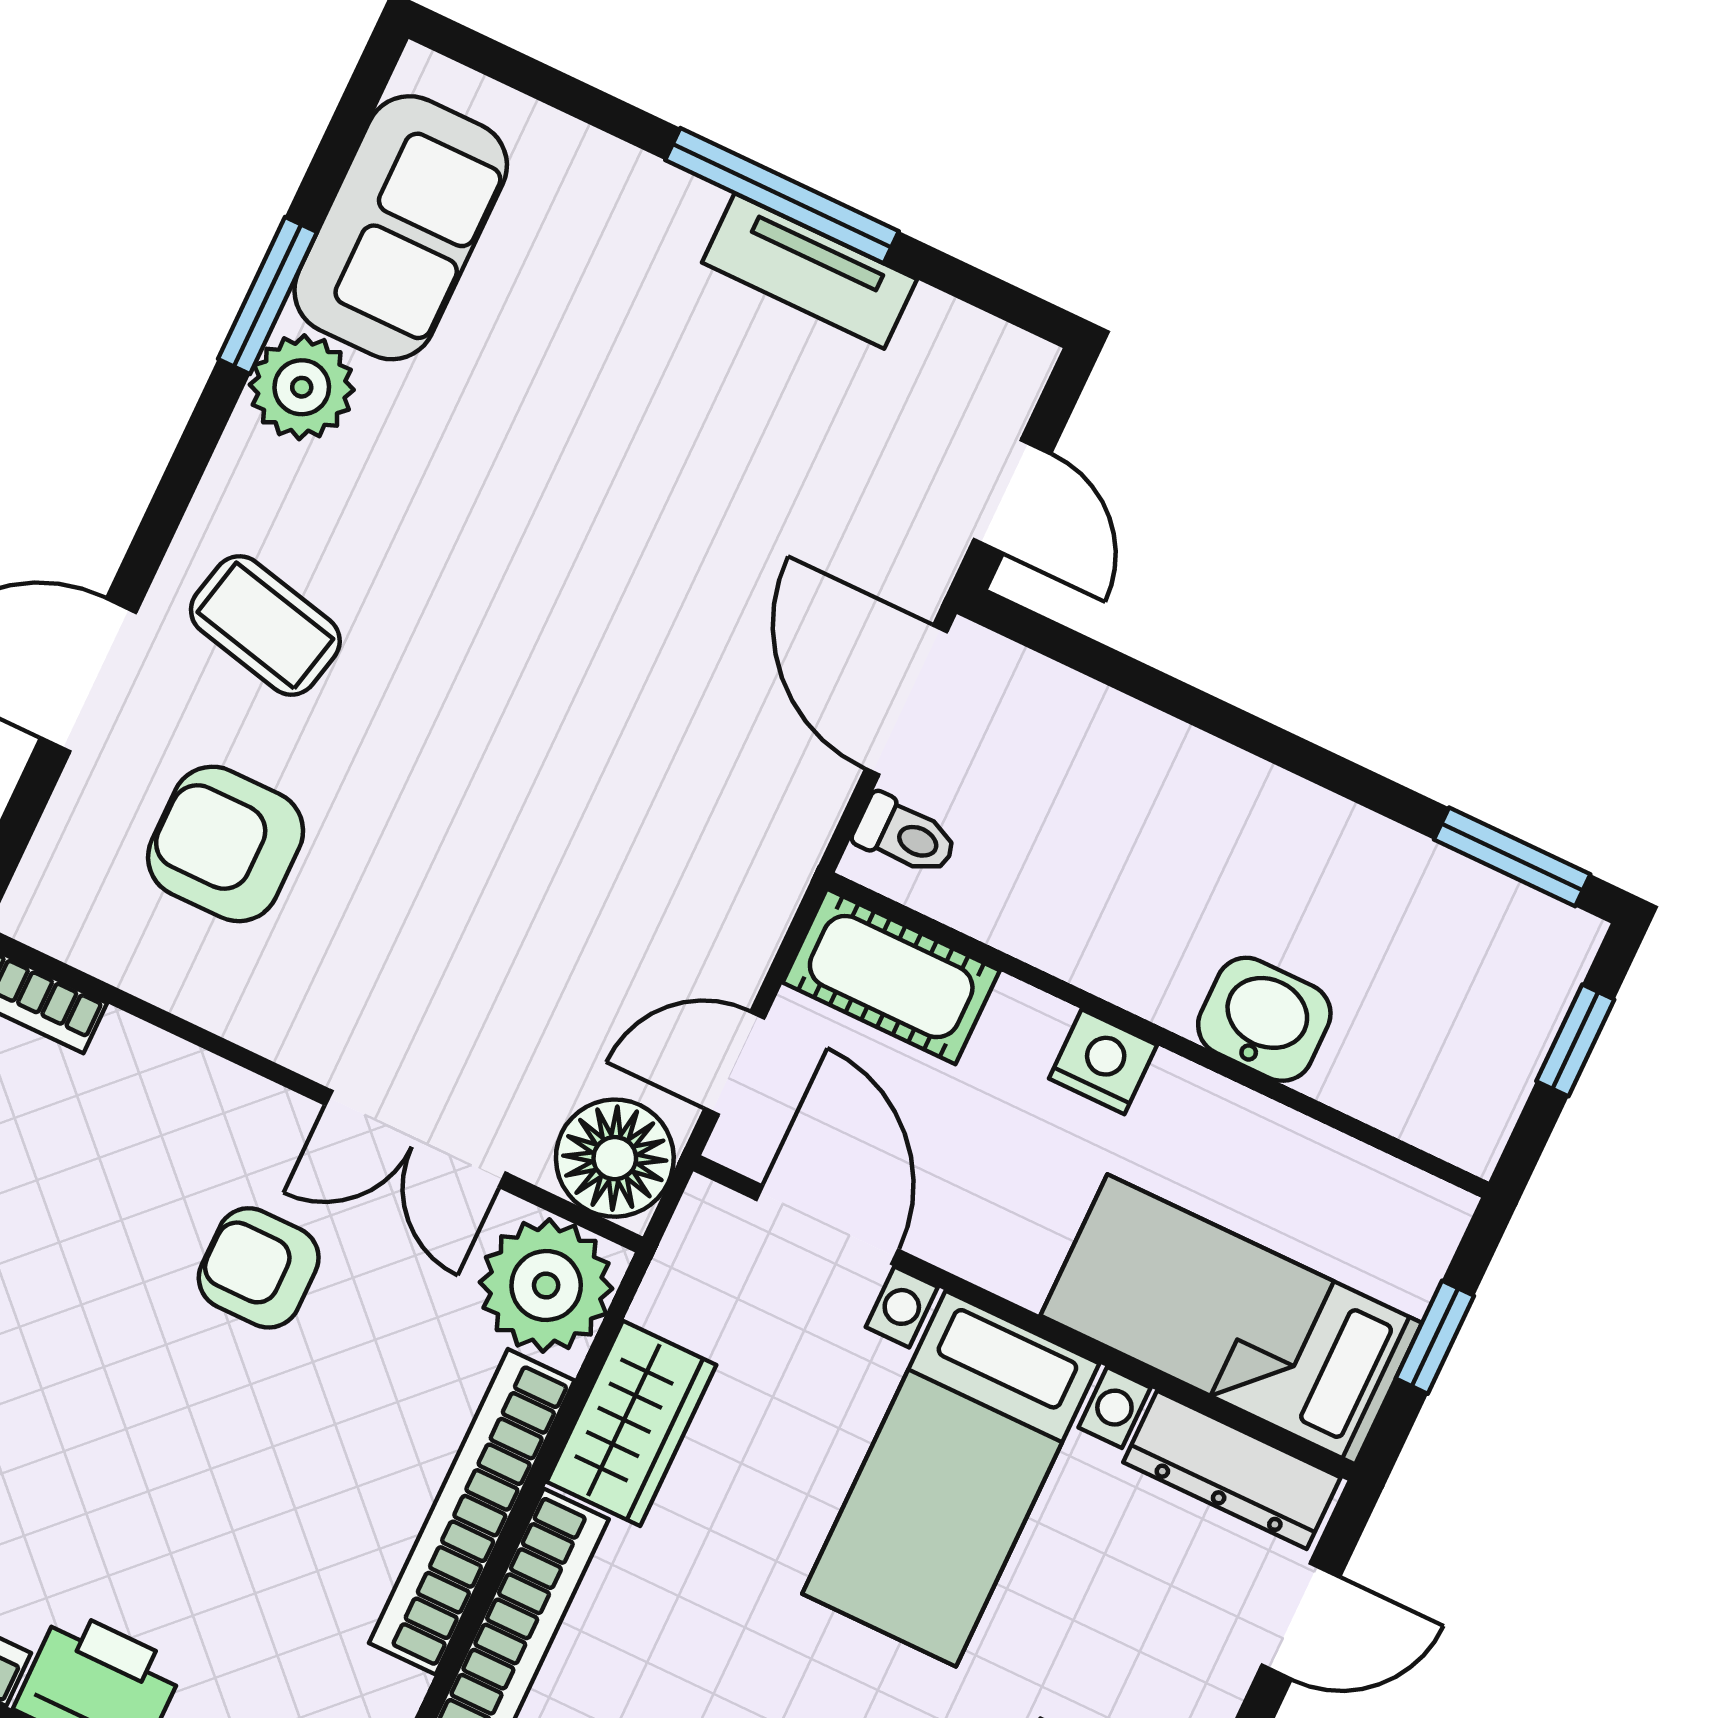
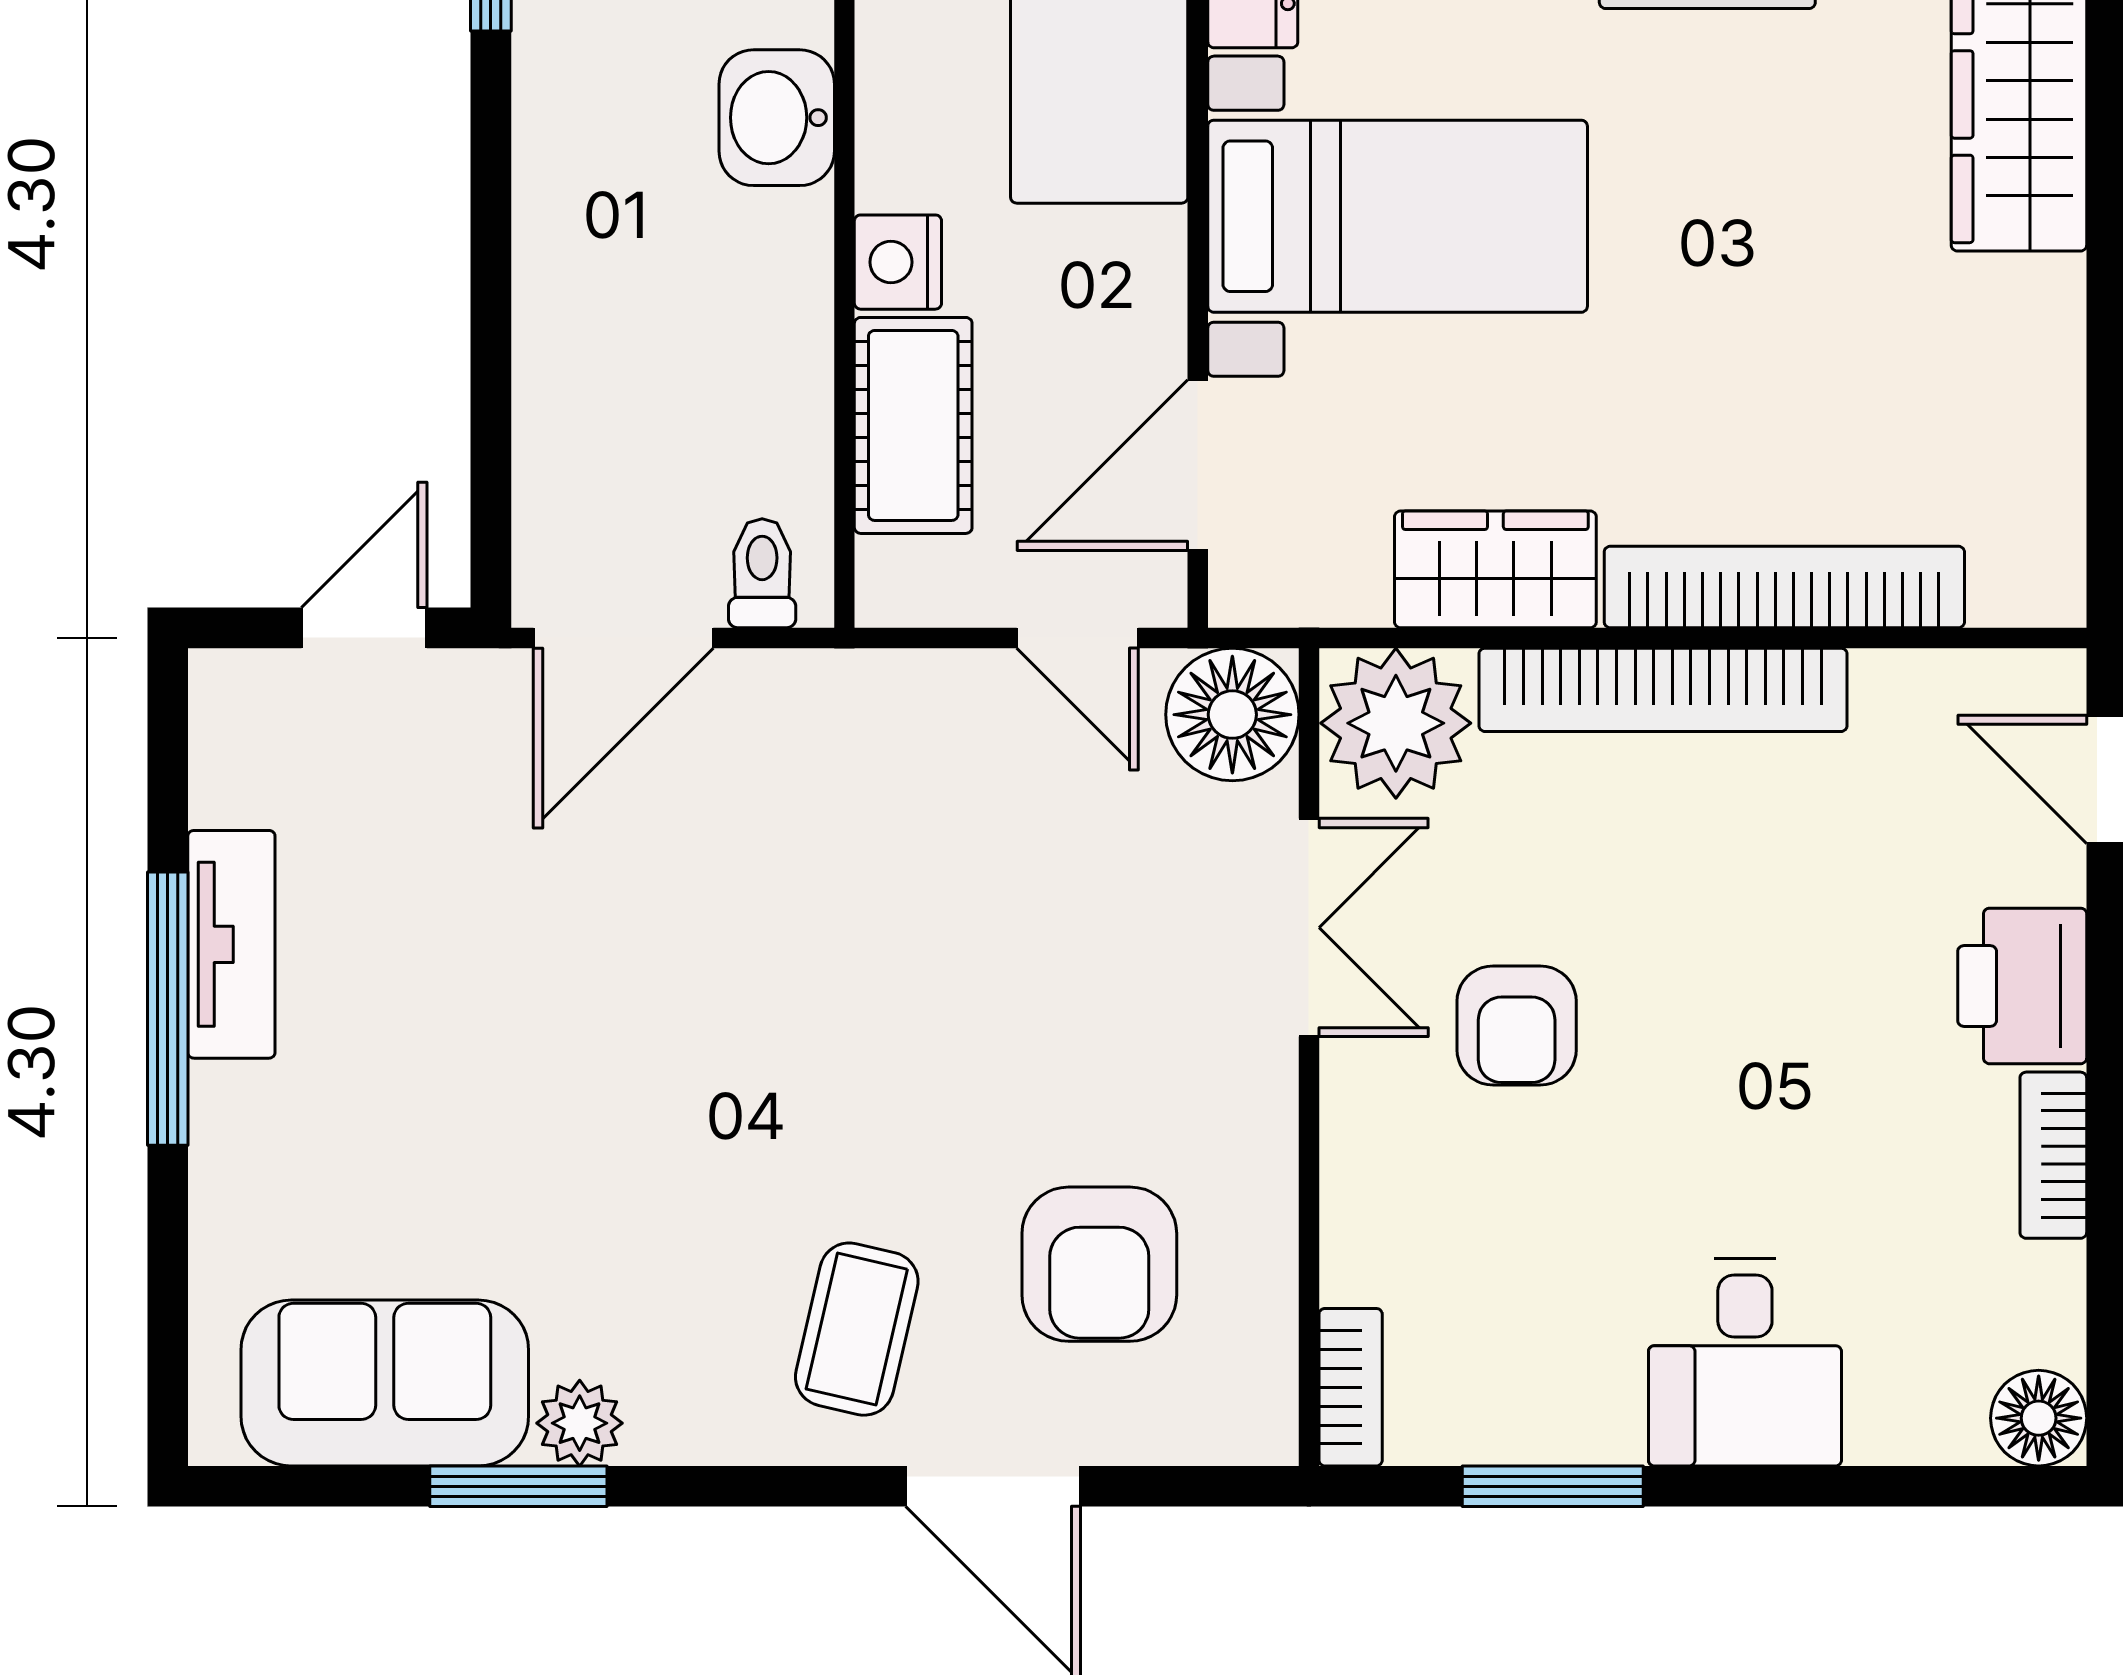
plant: (302, 387) -> (580, 1423), width x0.73, depth x0.73
cot: (891, 977) -> (913, 425), moved

